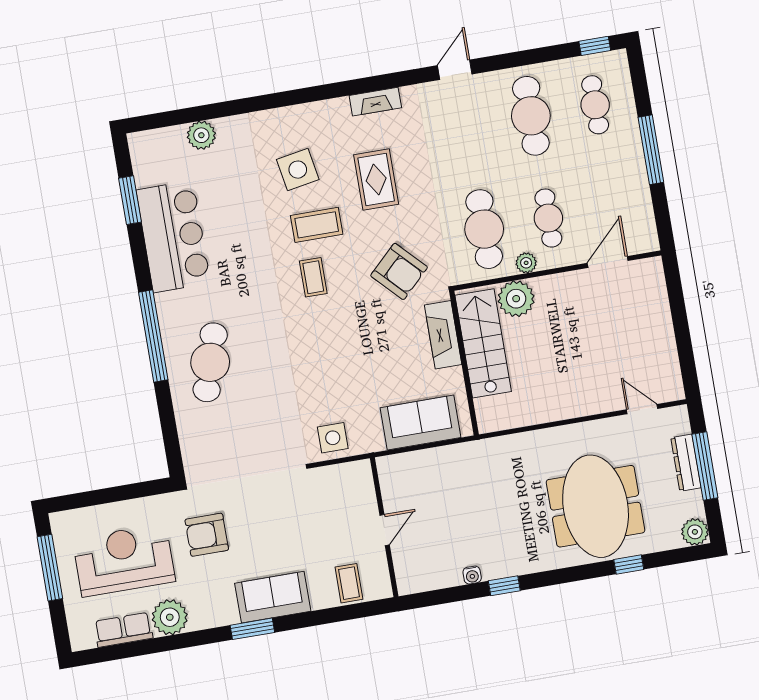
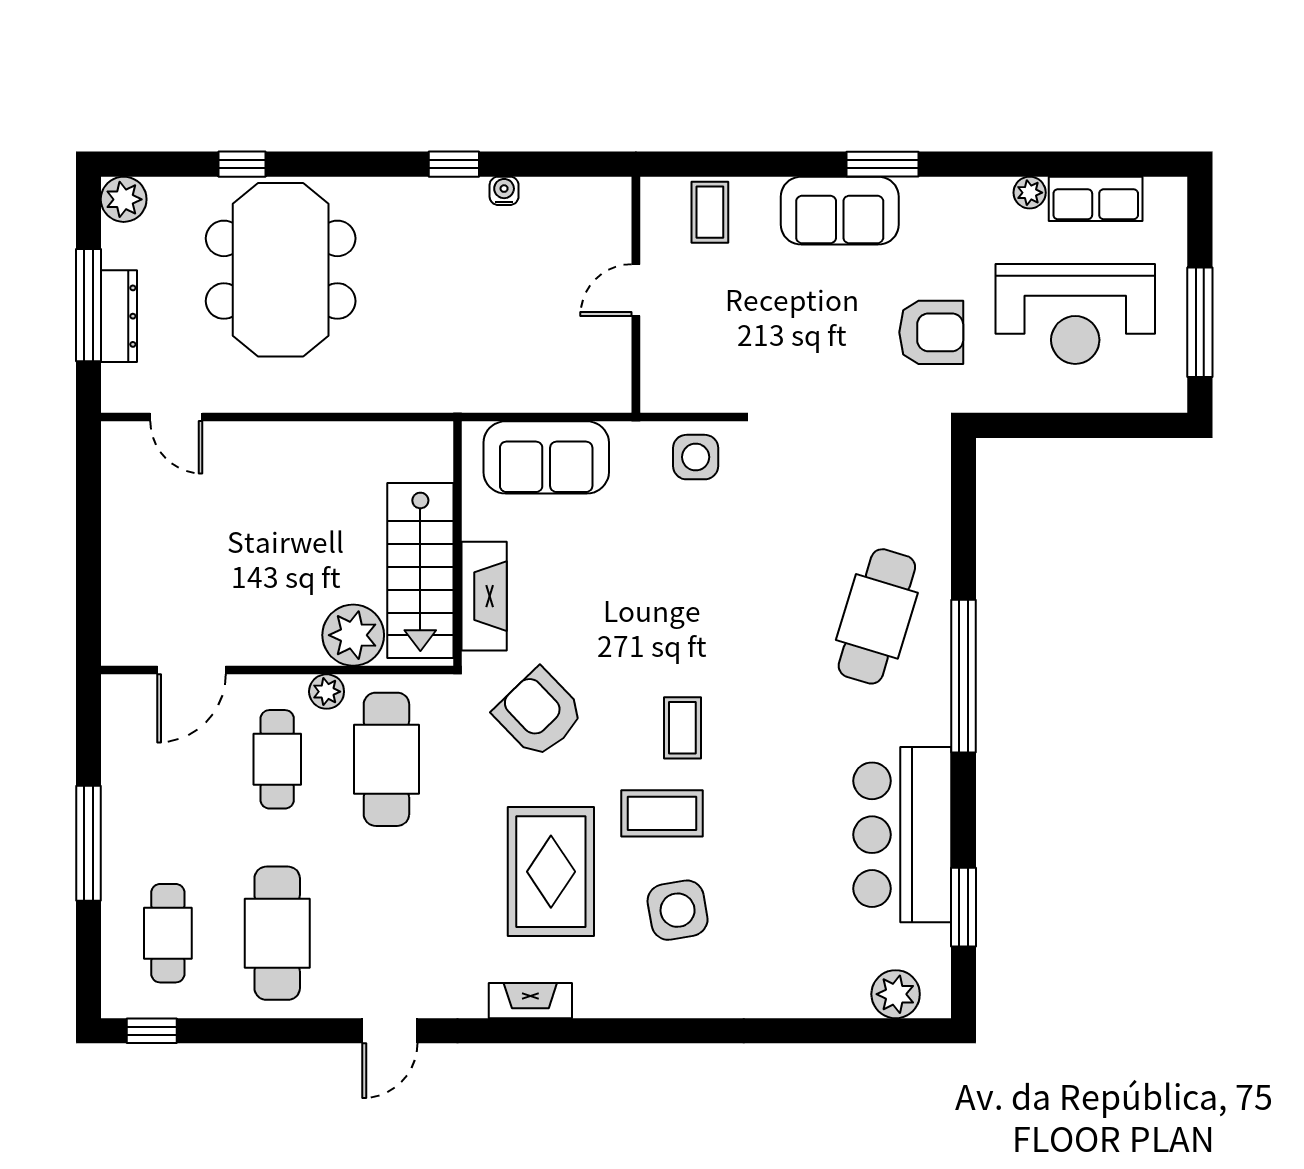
plant: (201, 135) -> (896, 994), moved
rug: (376, 180) -> (551, 872), width x1.36, depth x1.43
plant: (170, 617) -> (1030, 193), width x0.53, depth x0.53

